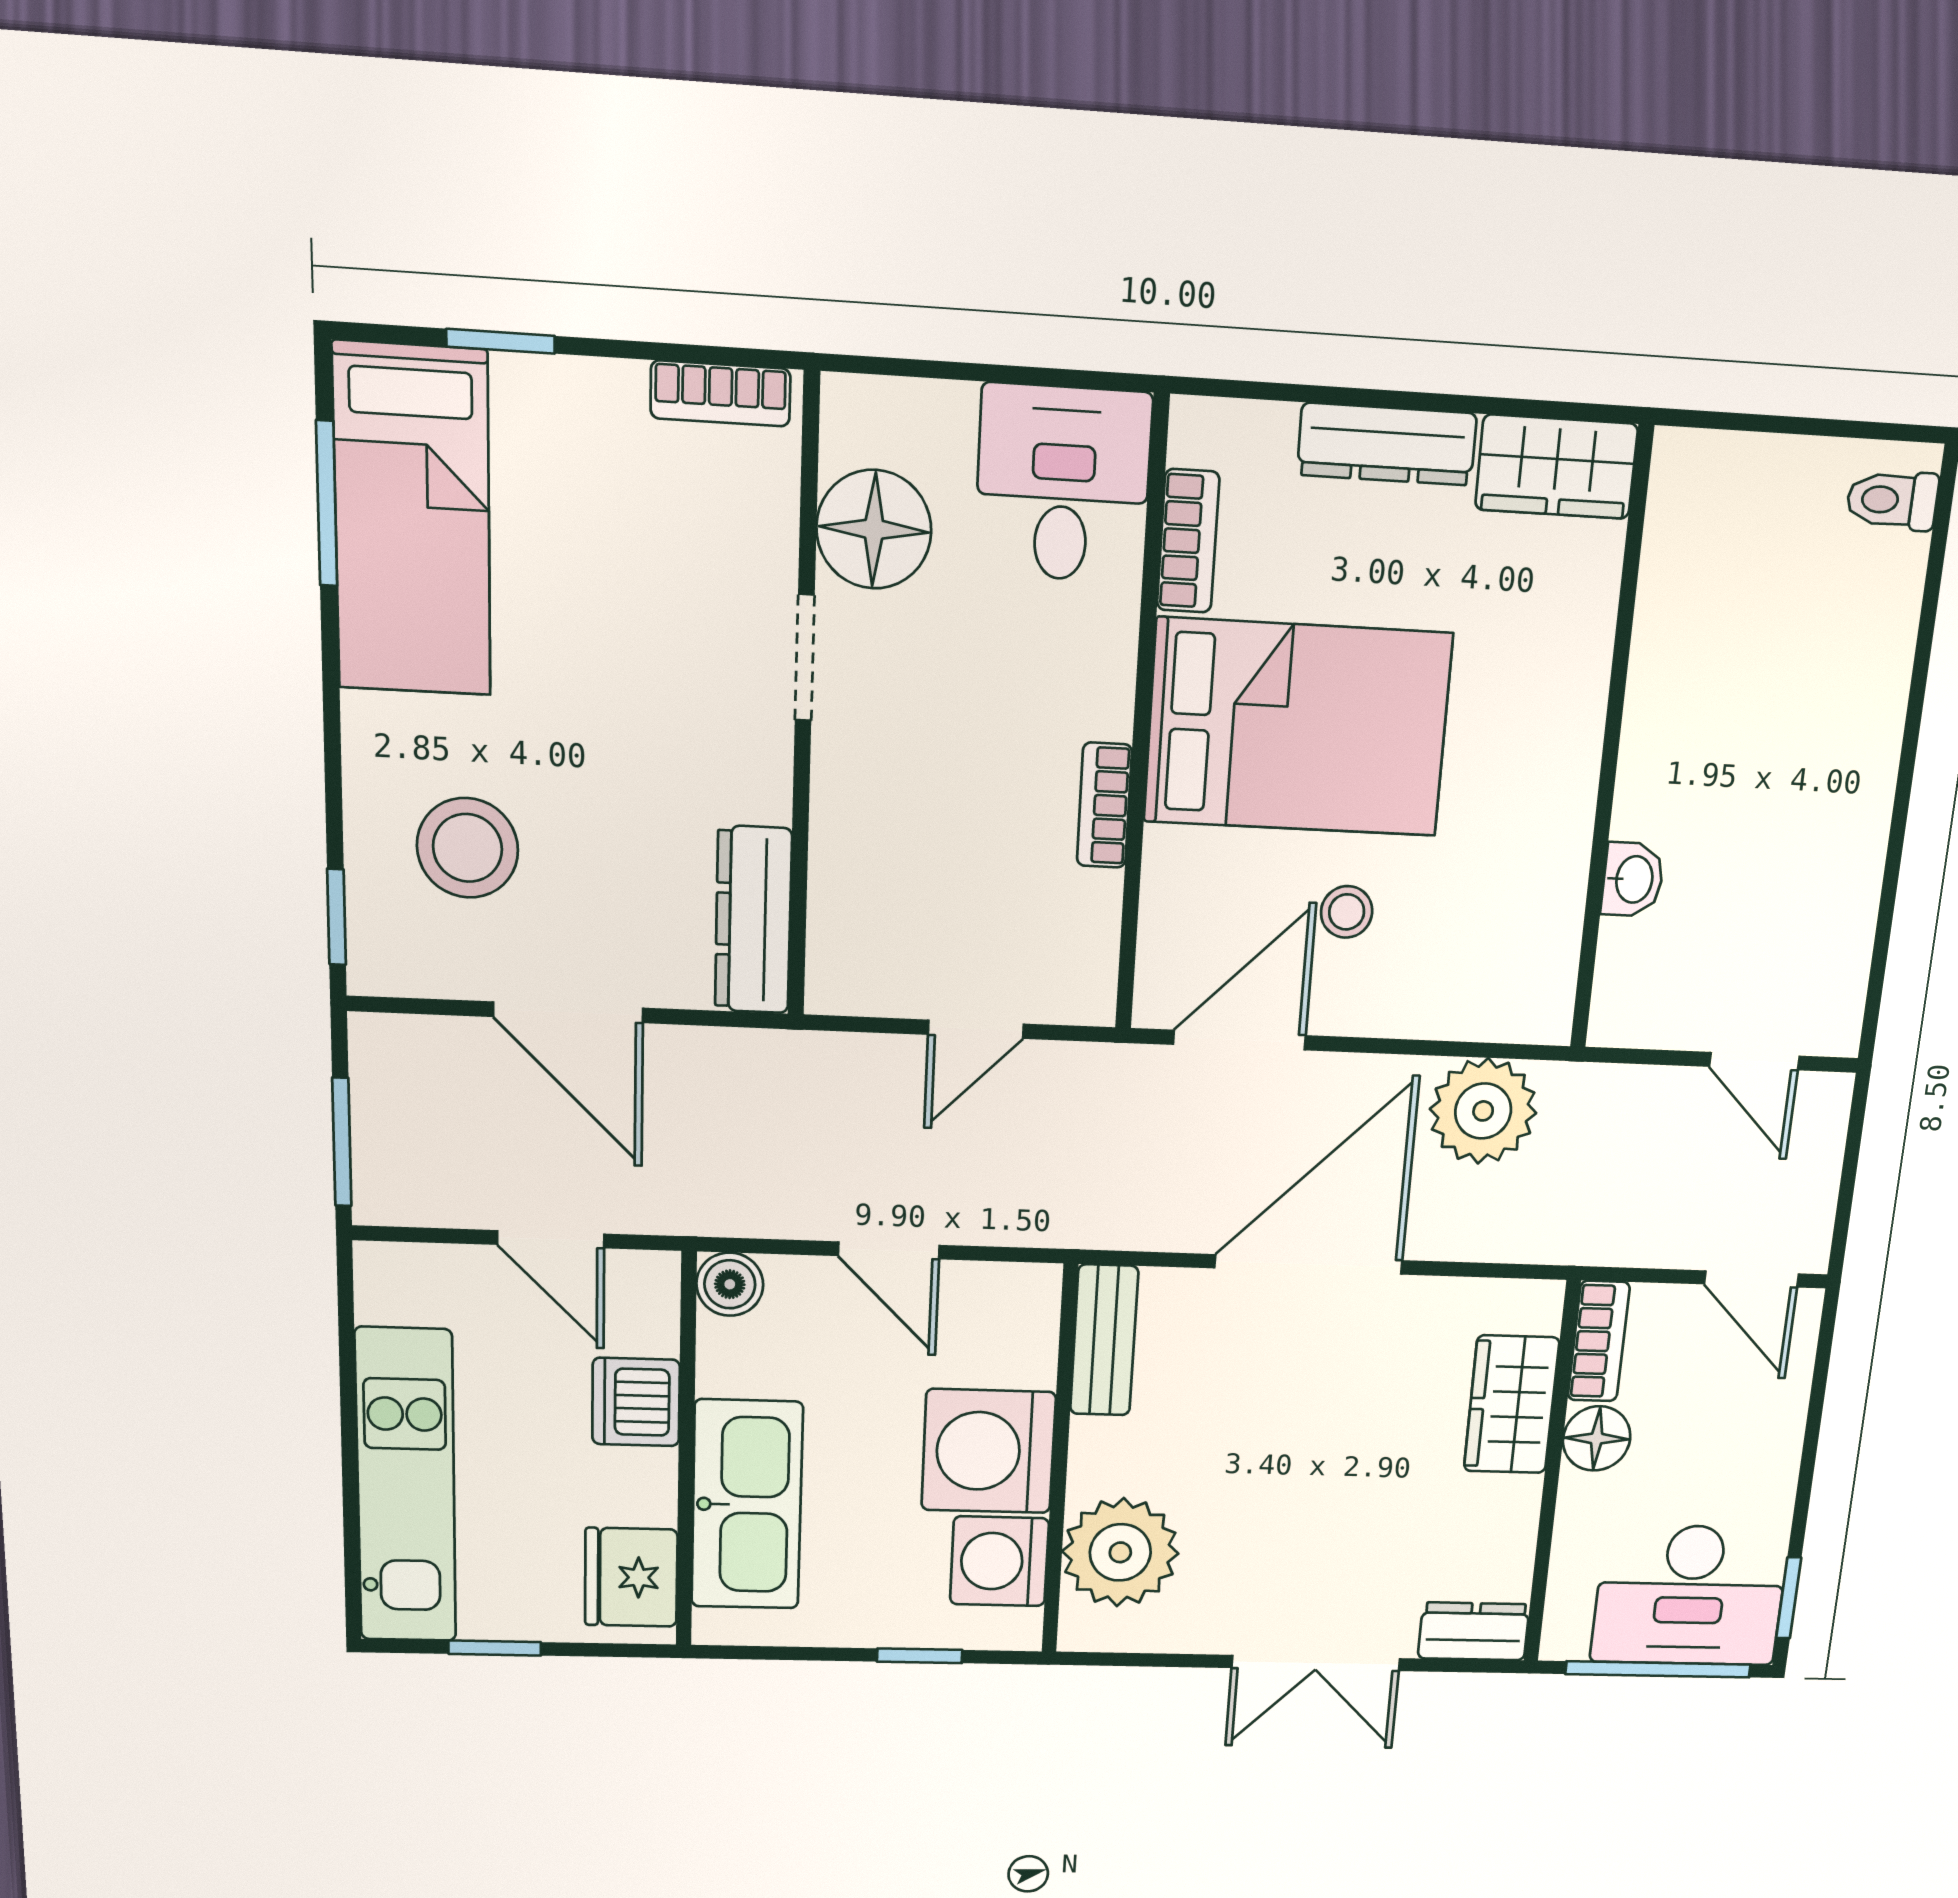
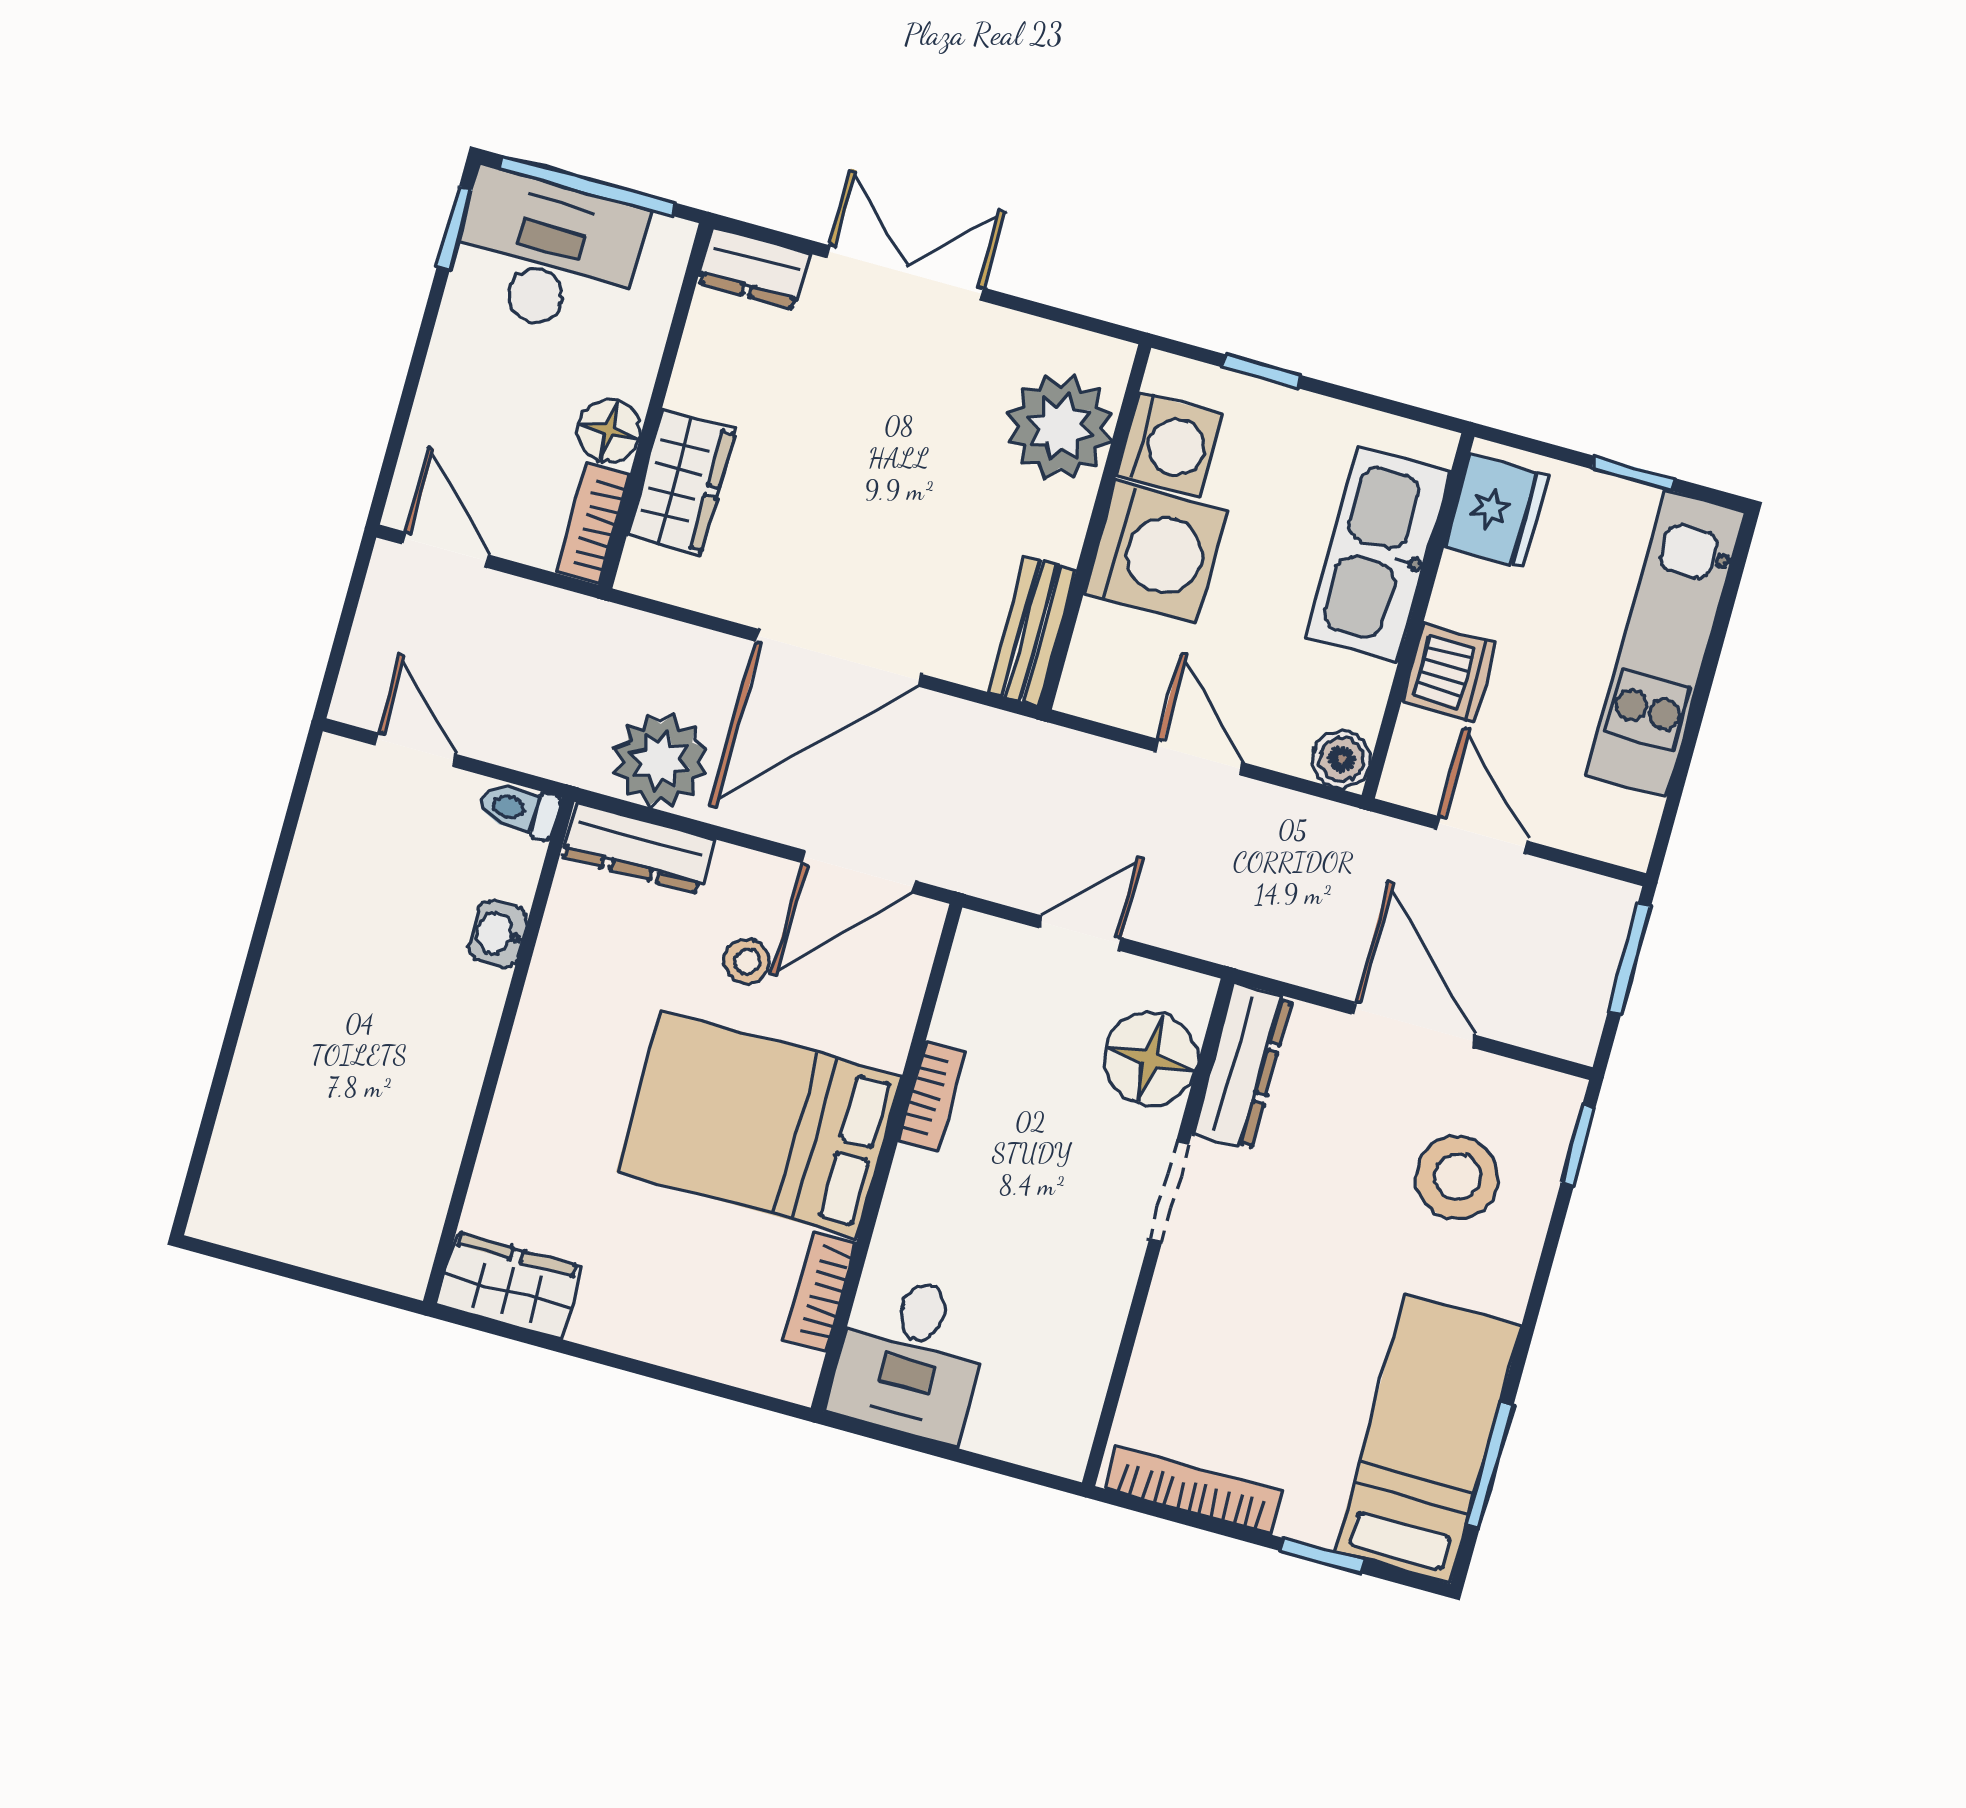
bookcase: (721, 393) -> (1194, 1490), width x1.56
dresser: (1387, 444) -> (637, 847), moved, turned 180
toilet: (1892, 500) -> (519, 810), moved, turned 180
floor lamp: (874, 529) -> (1151, 1058), moved
doorway: (805, 658) -> (1169, 1191), moved

